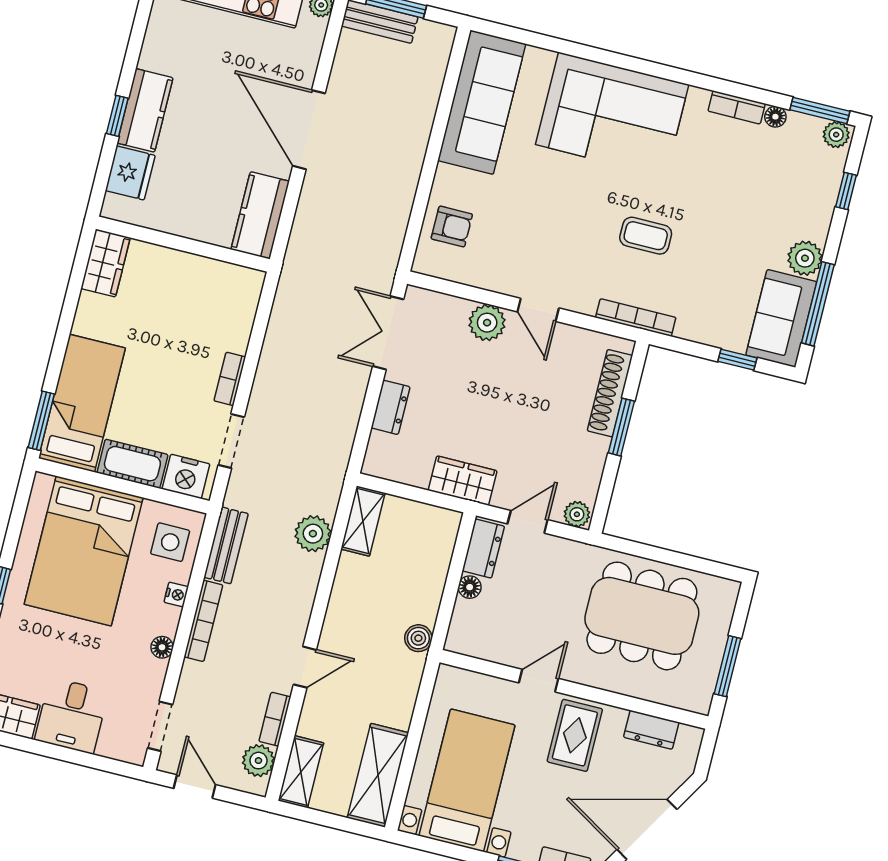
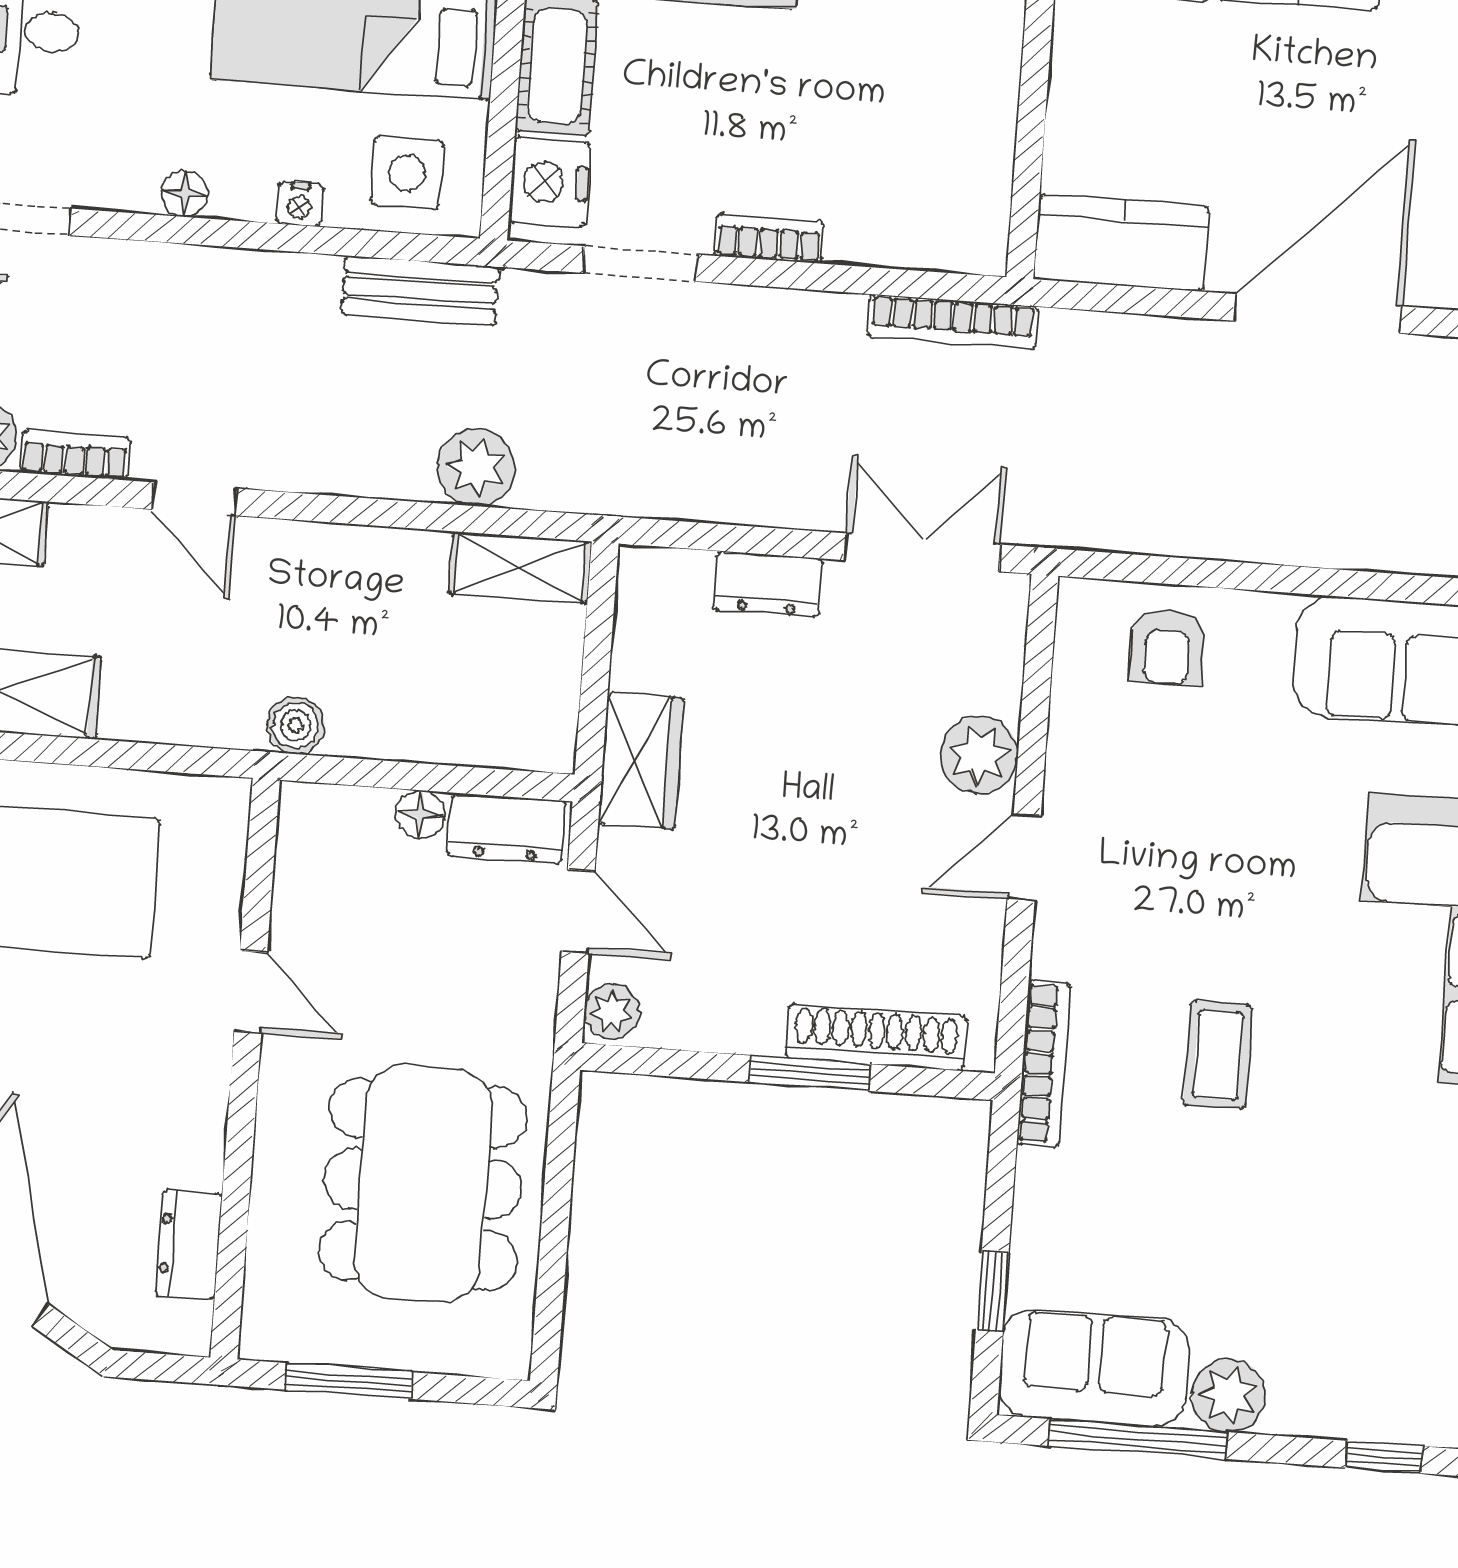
bookcase: (203, 621) -> (953, 322), moved
rug: (575, 735) -> (149, 1087), removed

